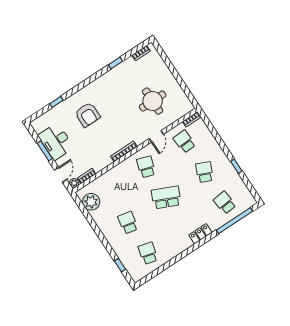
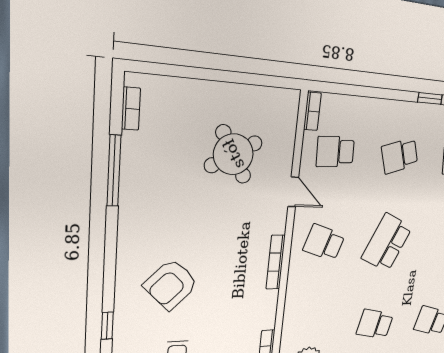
window: (115, 63) -> (114, 171), width x2.17
round table: (153, 101) -> (233, 154), turned -30
armchair: (87, 115) -> (171, 284), turned 135
school desk: (204, 172) -> (400, 156), turned -42

